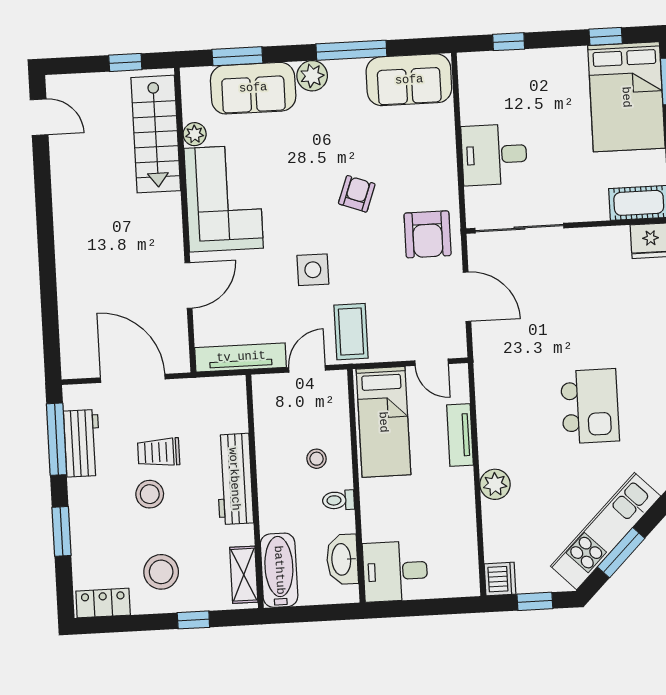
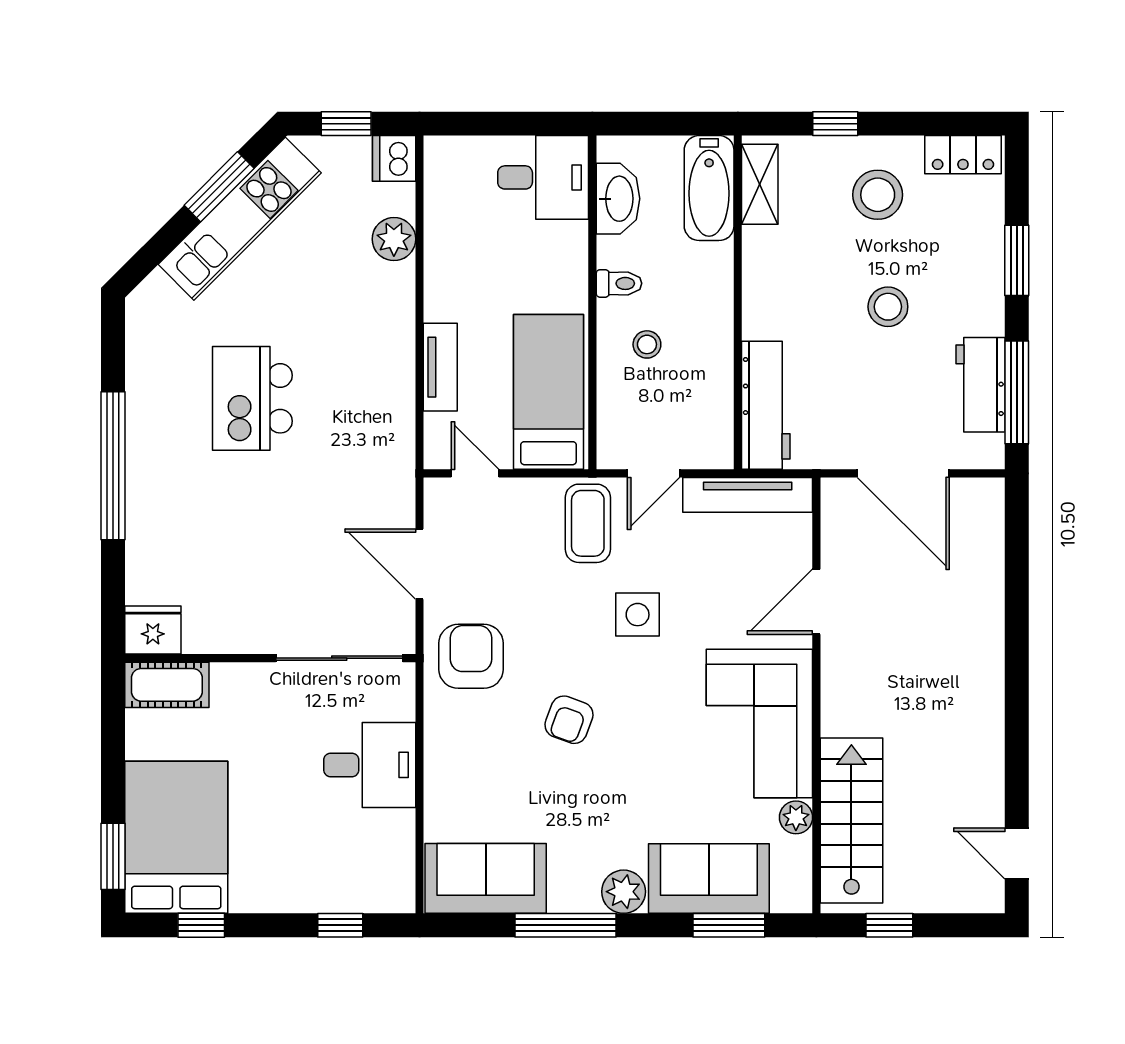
trolley: (159, 452) -> (872, 366), removed
workbench: (234, 479) -> (766, 405), moved
plant: (495, 484) -> (394, 239), moved

